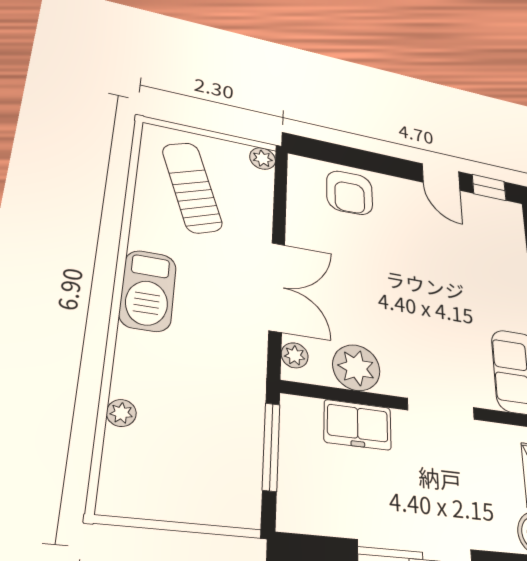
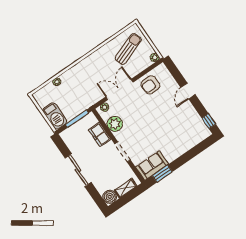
door: (441, 177) -> (188, 91), moved
armchair: (350, 193) -> (150, 85), moved
double door: (277, 287) -> (119, 89), swing flipped
barbecue: (148, 291) -> (55, 116), moved, turned -90

